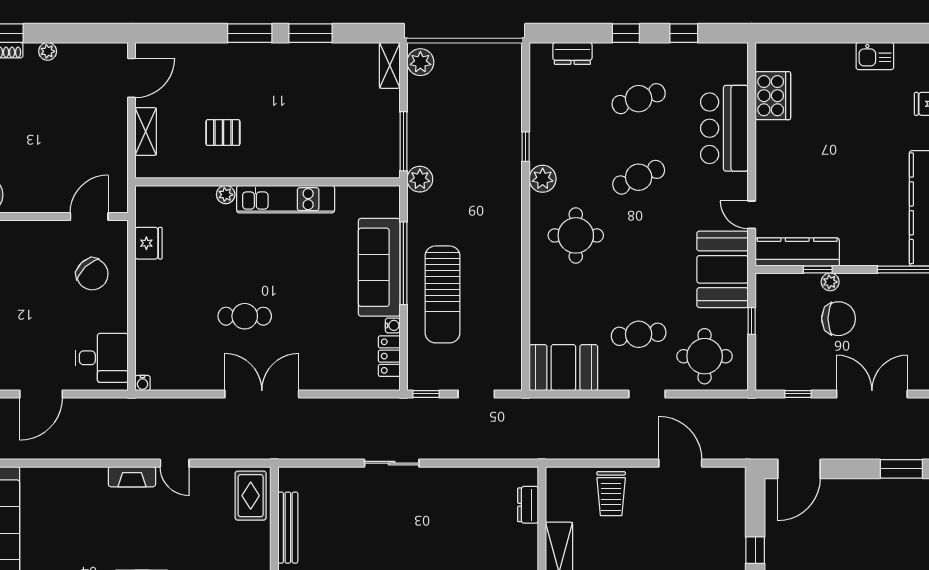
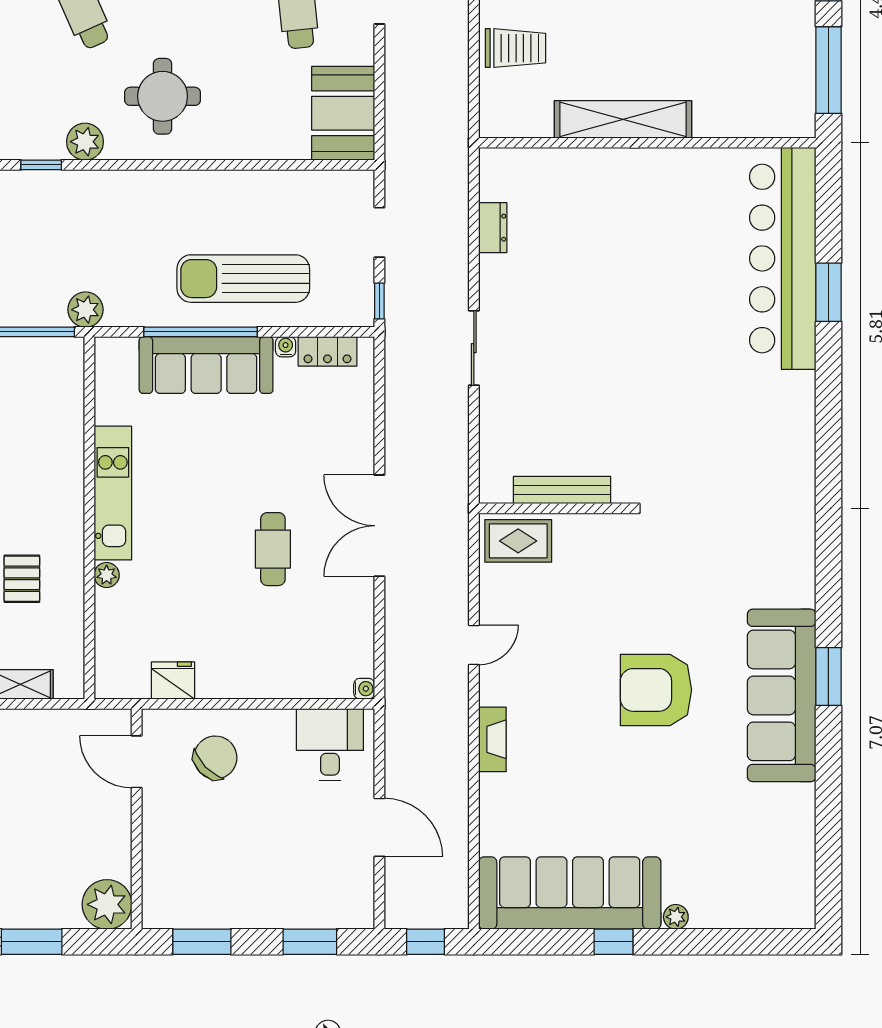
sun lounger: (442, 294) -> (243, 279), turned 180
fireplace: (132, 477) -> (492, 739), moved
dresser: (528, 505) -> (493, 228), moved, turned -90

